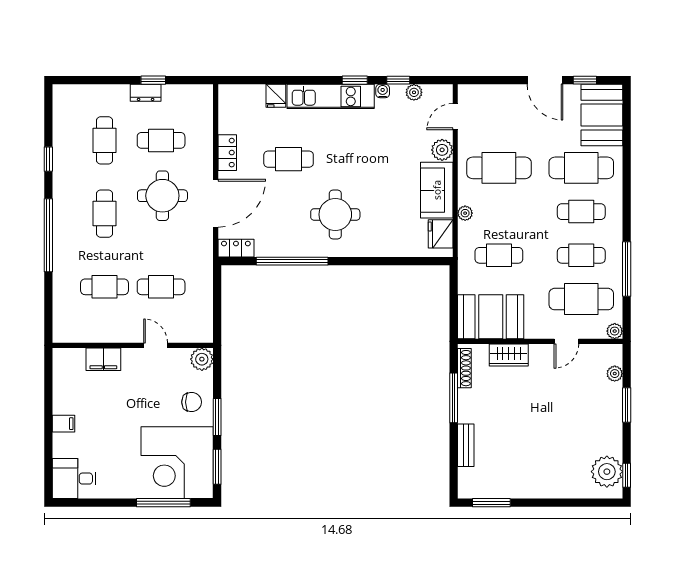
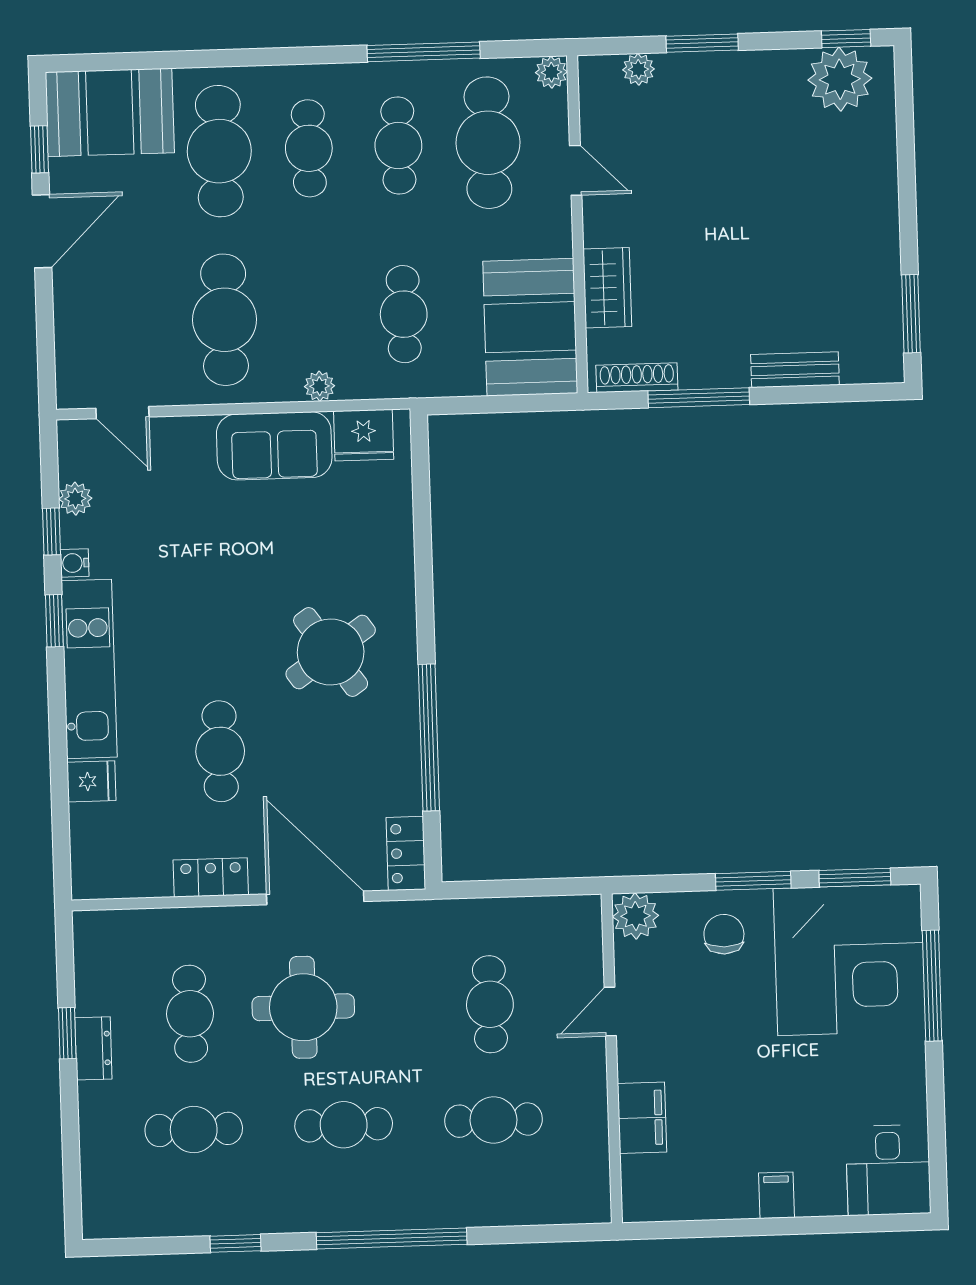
plant: (442, 150) -> (191, 437), removed
round table: (335, 214) -> (331, 652), turned -35
cafe table: (105, 287) -> (494, 1120), turned 90

